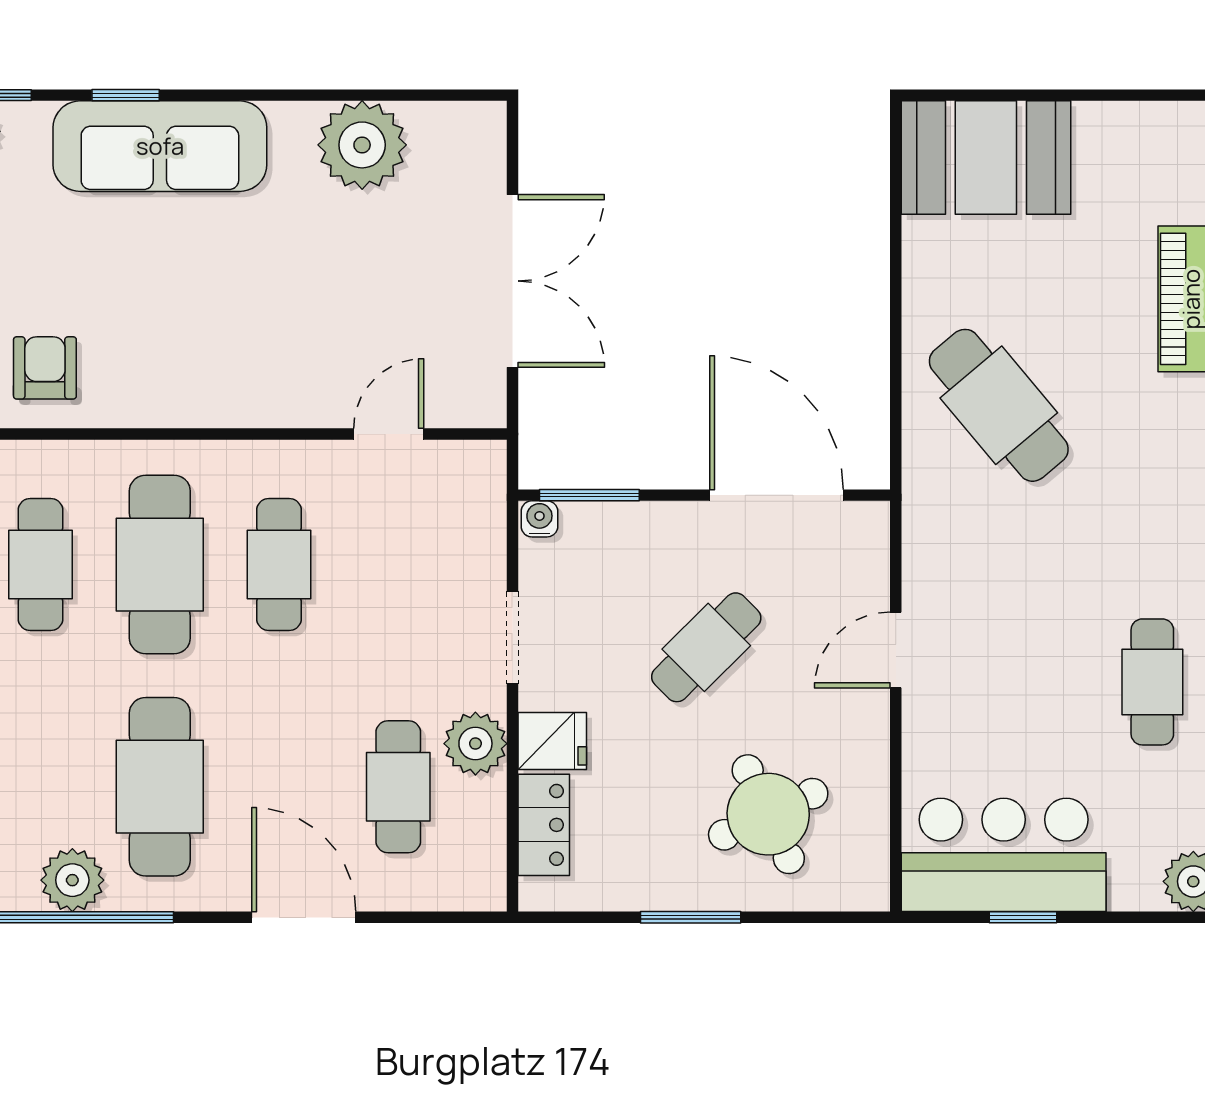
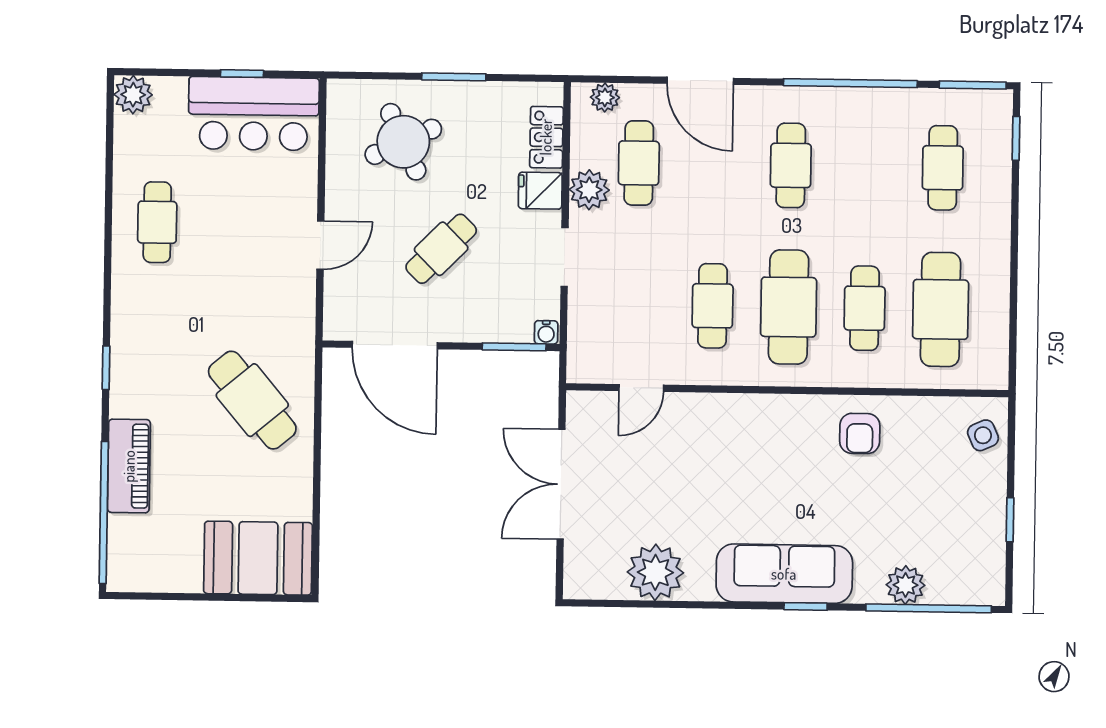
cafe table: (160, 787) -> (791, 165), width x0.73, depth x0.74
plant: (72, 880) -> (605, 97), moved, width x0.73, depth x0.73

